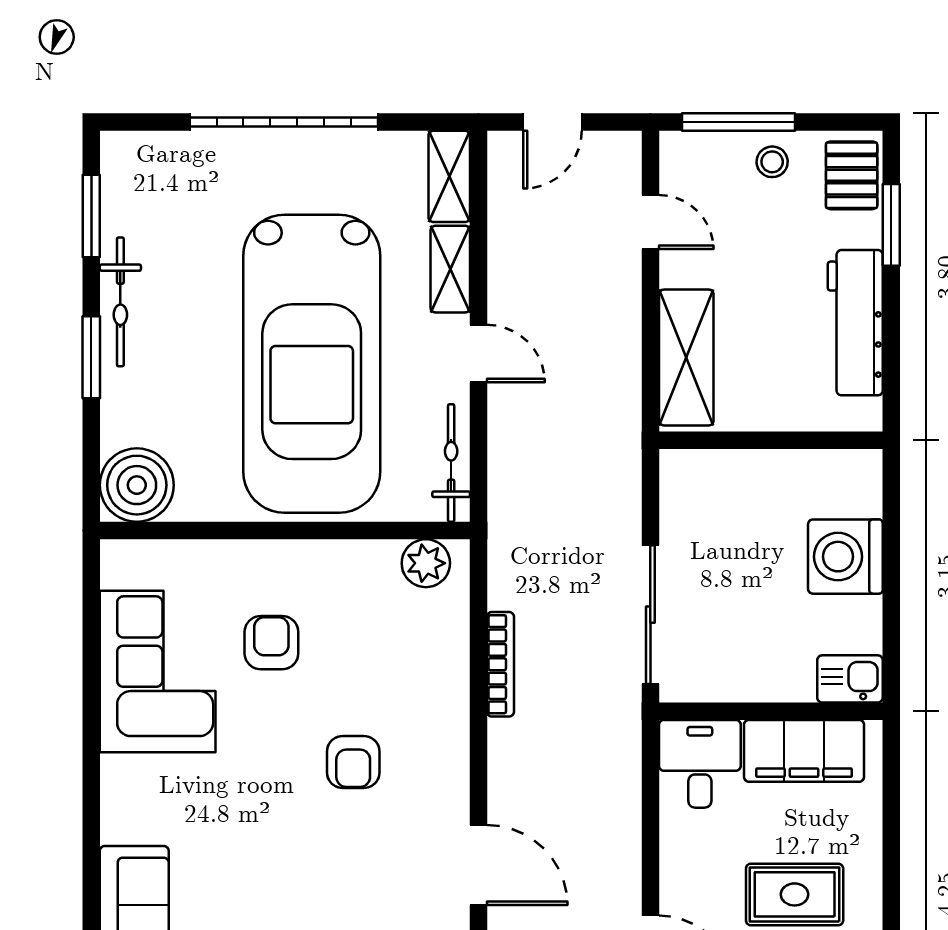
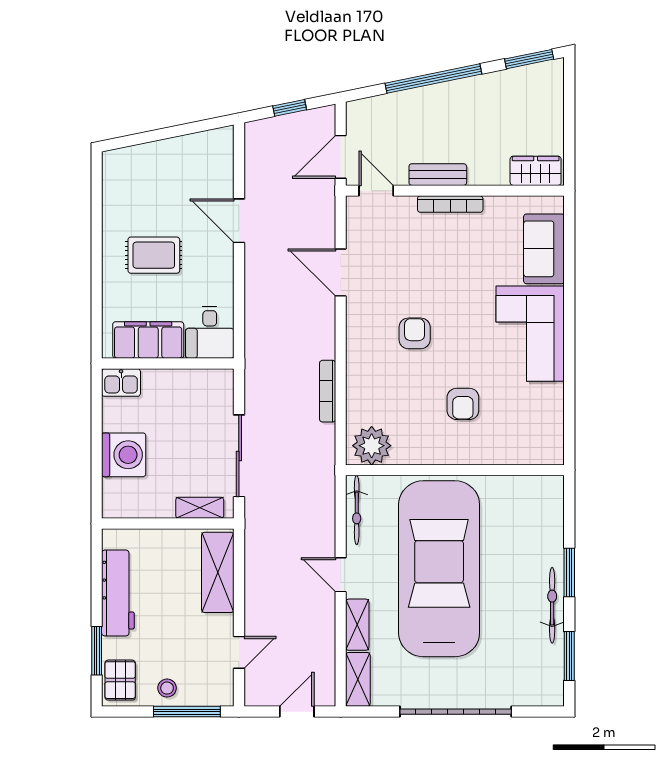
door: (650, 222) -> (239, 652), swing flipped
shelving: (717, 467) -> (200, 508), added
boiler: (137, 485) -> (542, 497), removed
plant: (426, 563) -> (372, 446), width x1.36, depth x1.36
sliding door: (650, 615) -> (239, 456), moved
corner sofa: (158, 672) -> (530, 334), moved

